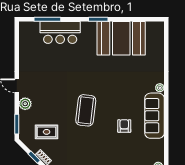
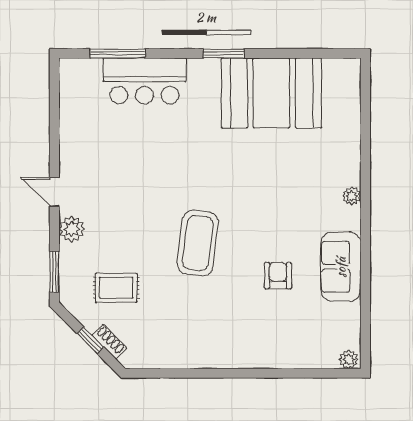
sofa: (154, 116) -> (341, 267), width x0.73

